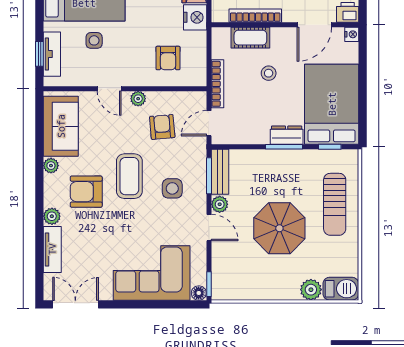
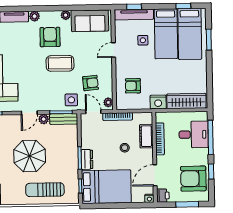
door: (314, 25) -> (155, 175), hinge flipped
tv unit: (52, 54) -> (134, 14), width x1.41
plant: (138, 99) -> (108, 102), moved
side table: (172, 188) -> (71, 100), moved

